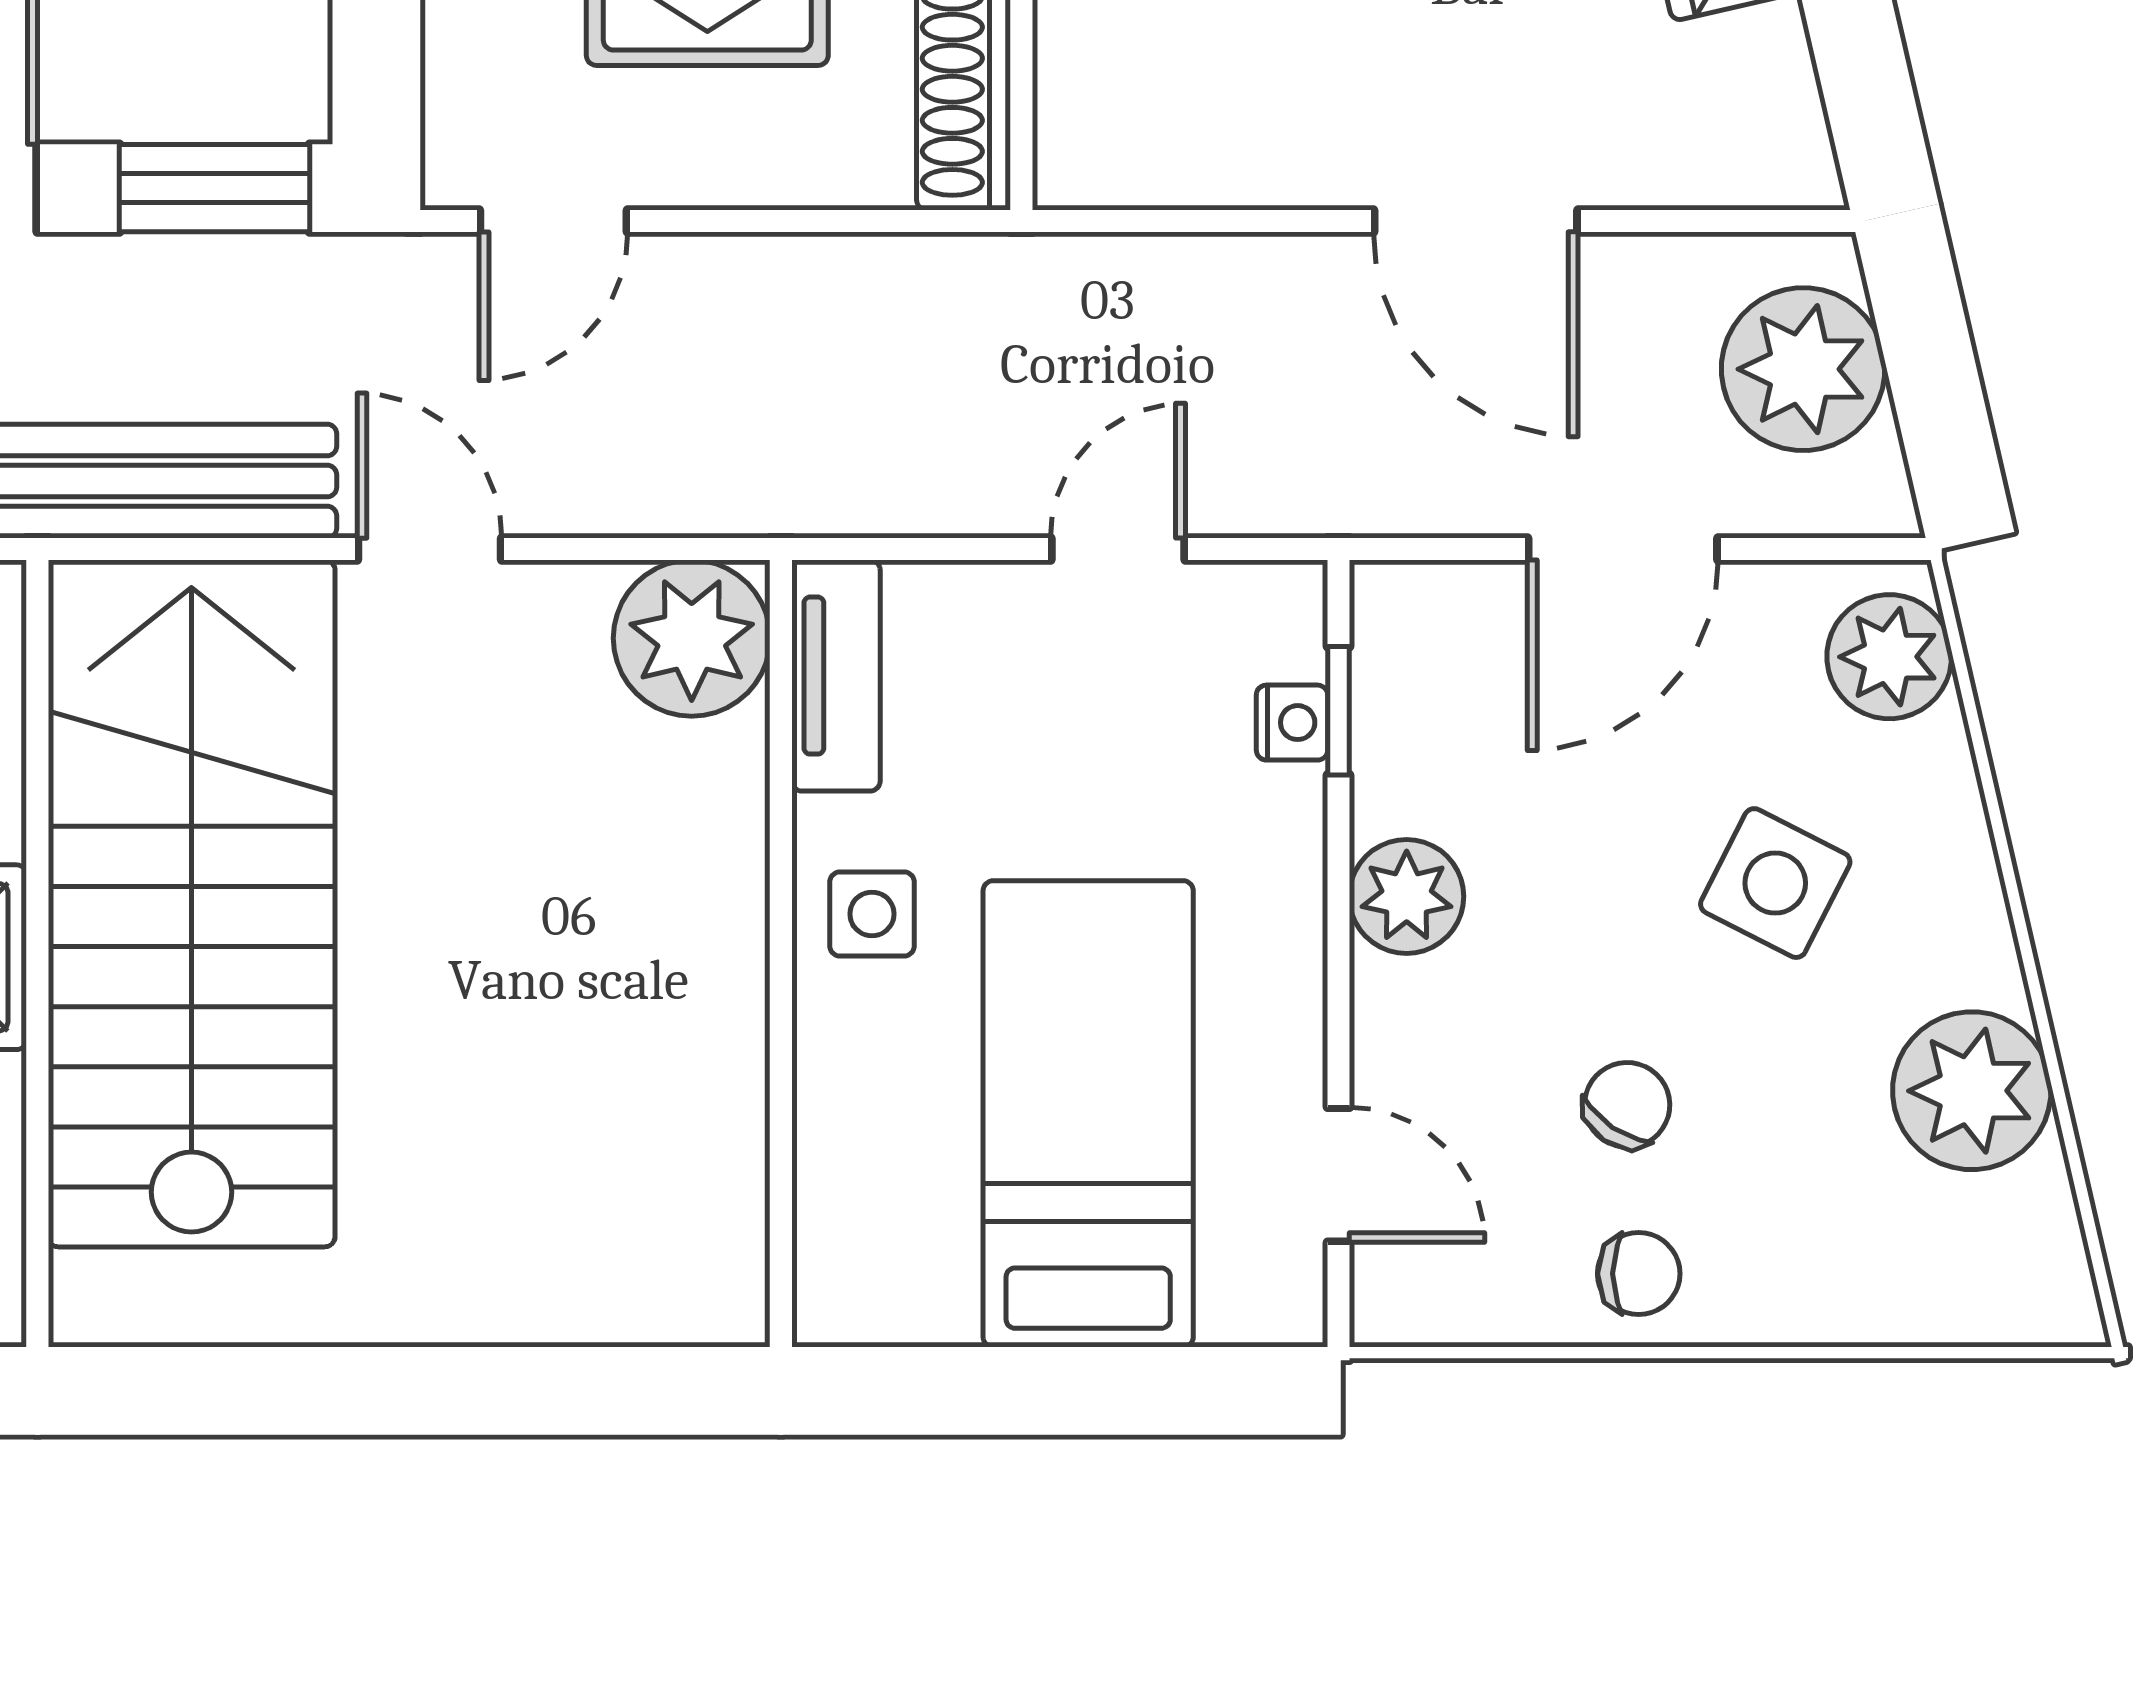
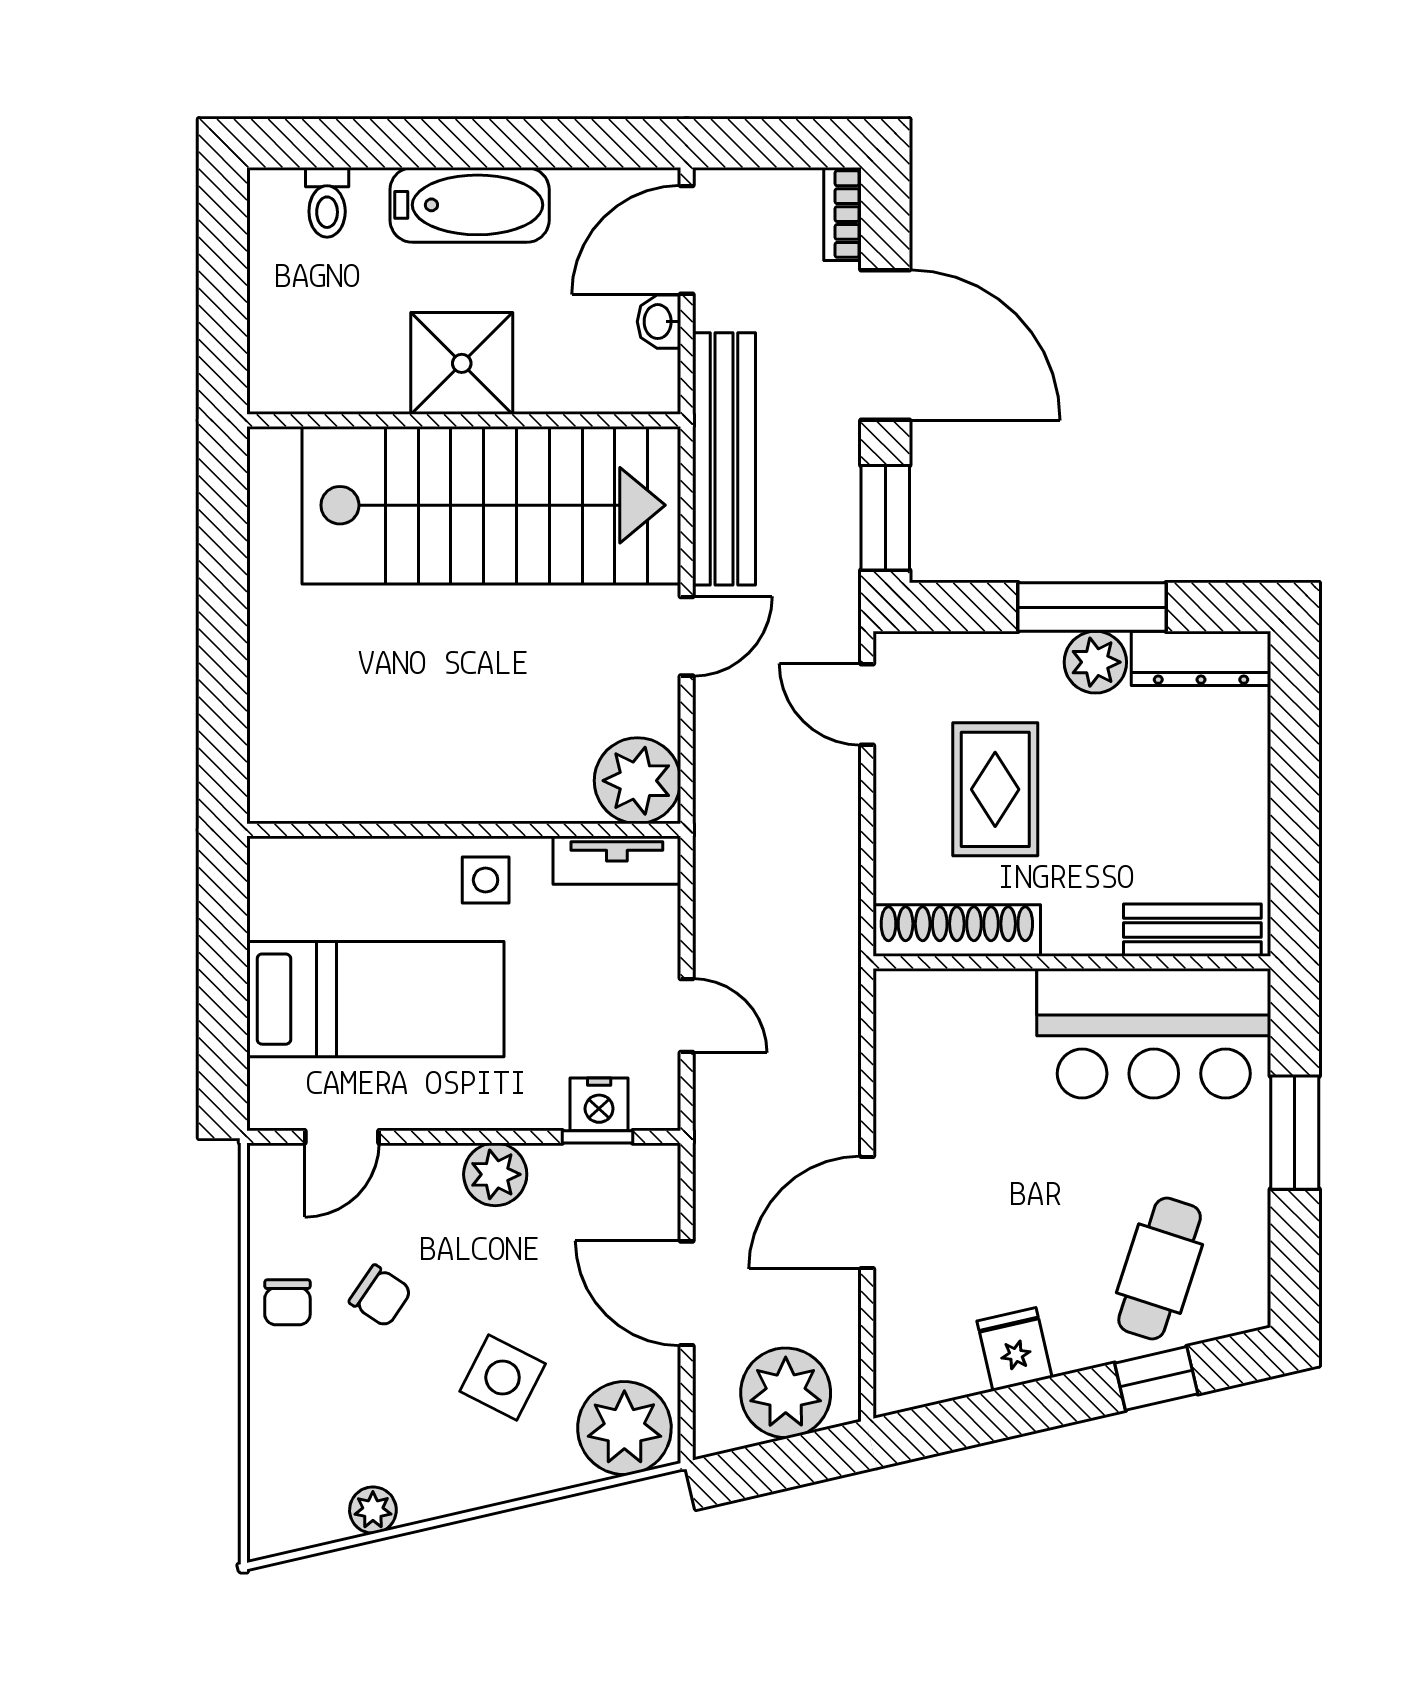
plant: (1889, 657) -> (624, 1428), width x1.36, depth x1.36
nightstand: (1292, 723) -> (599, 1104), width x1.39, depth x1.35
plant: (1972, 1091) -> (373, 1510), width x0.53, depth x0.53

